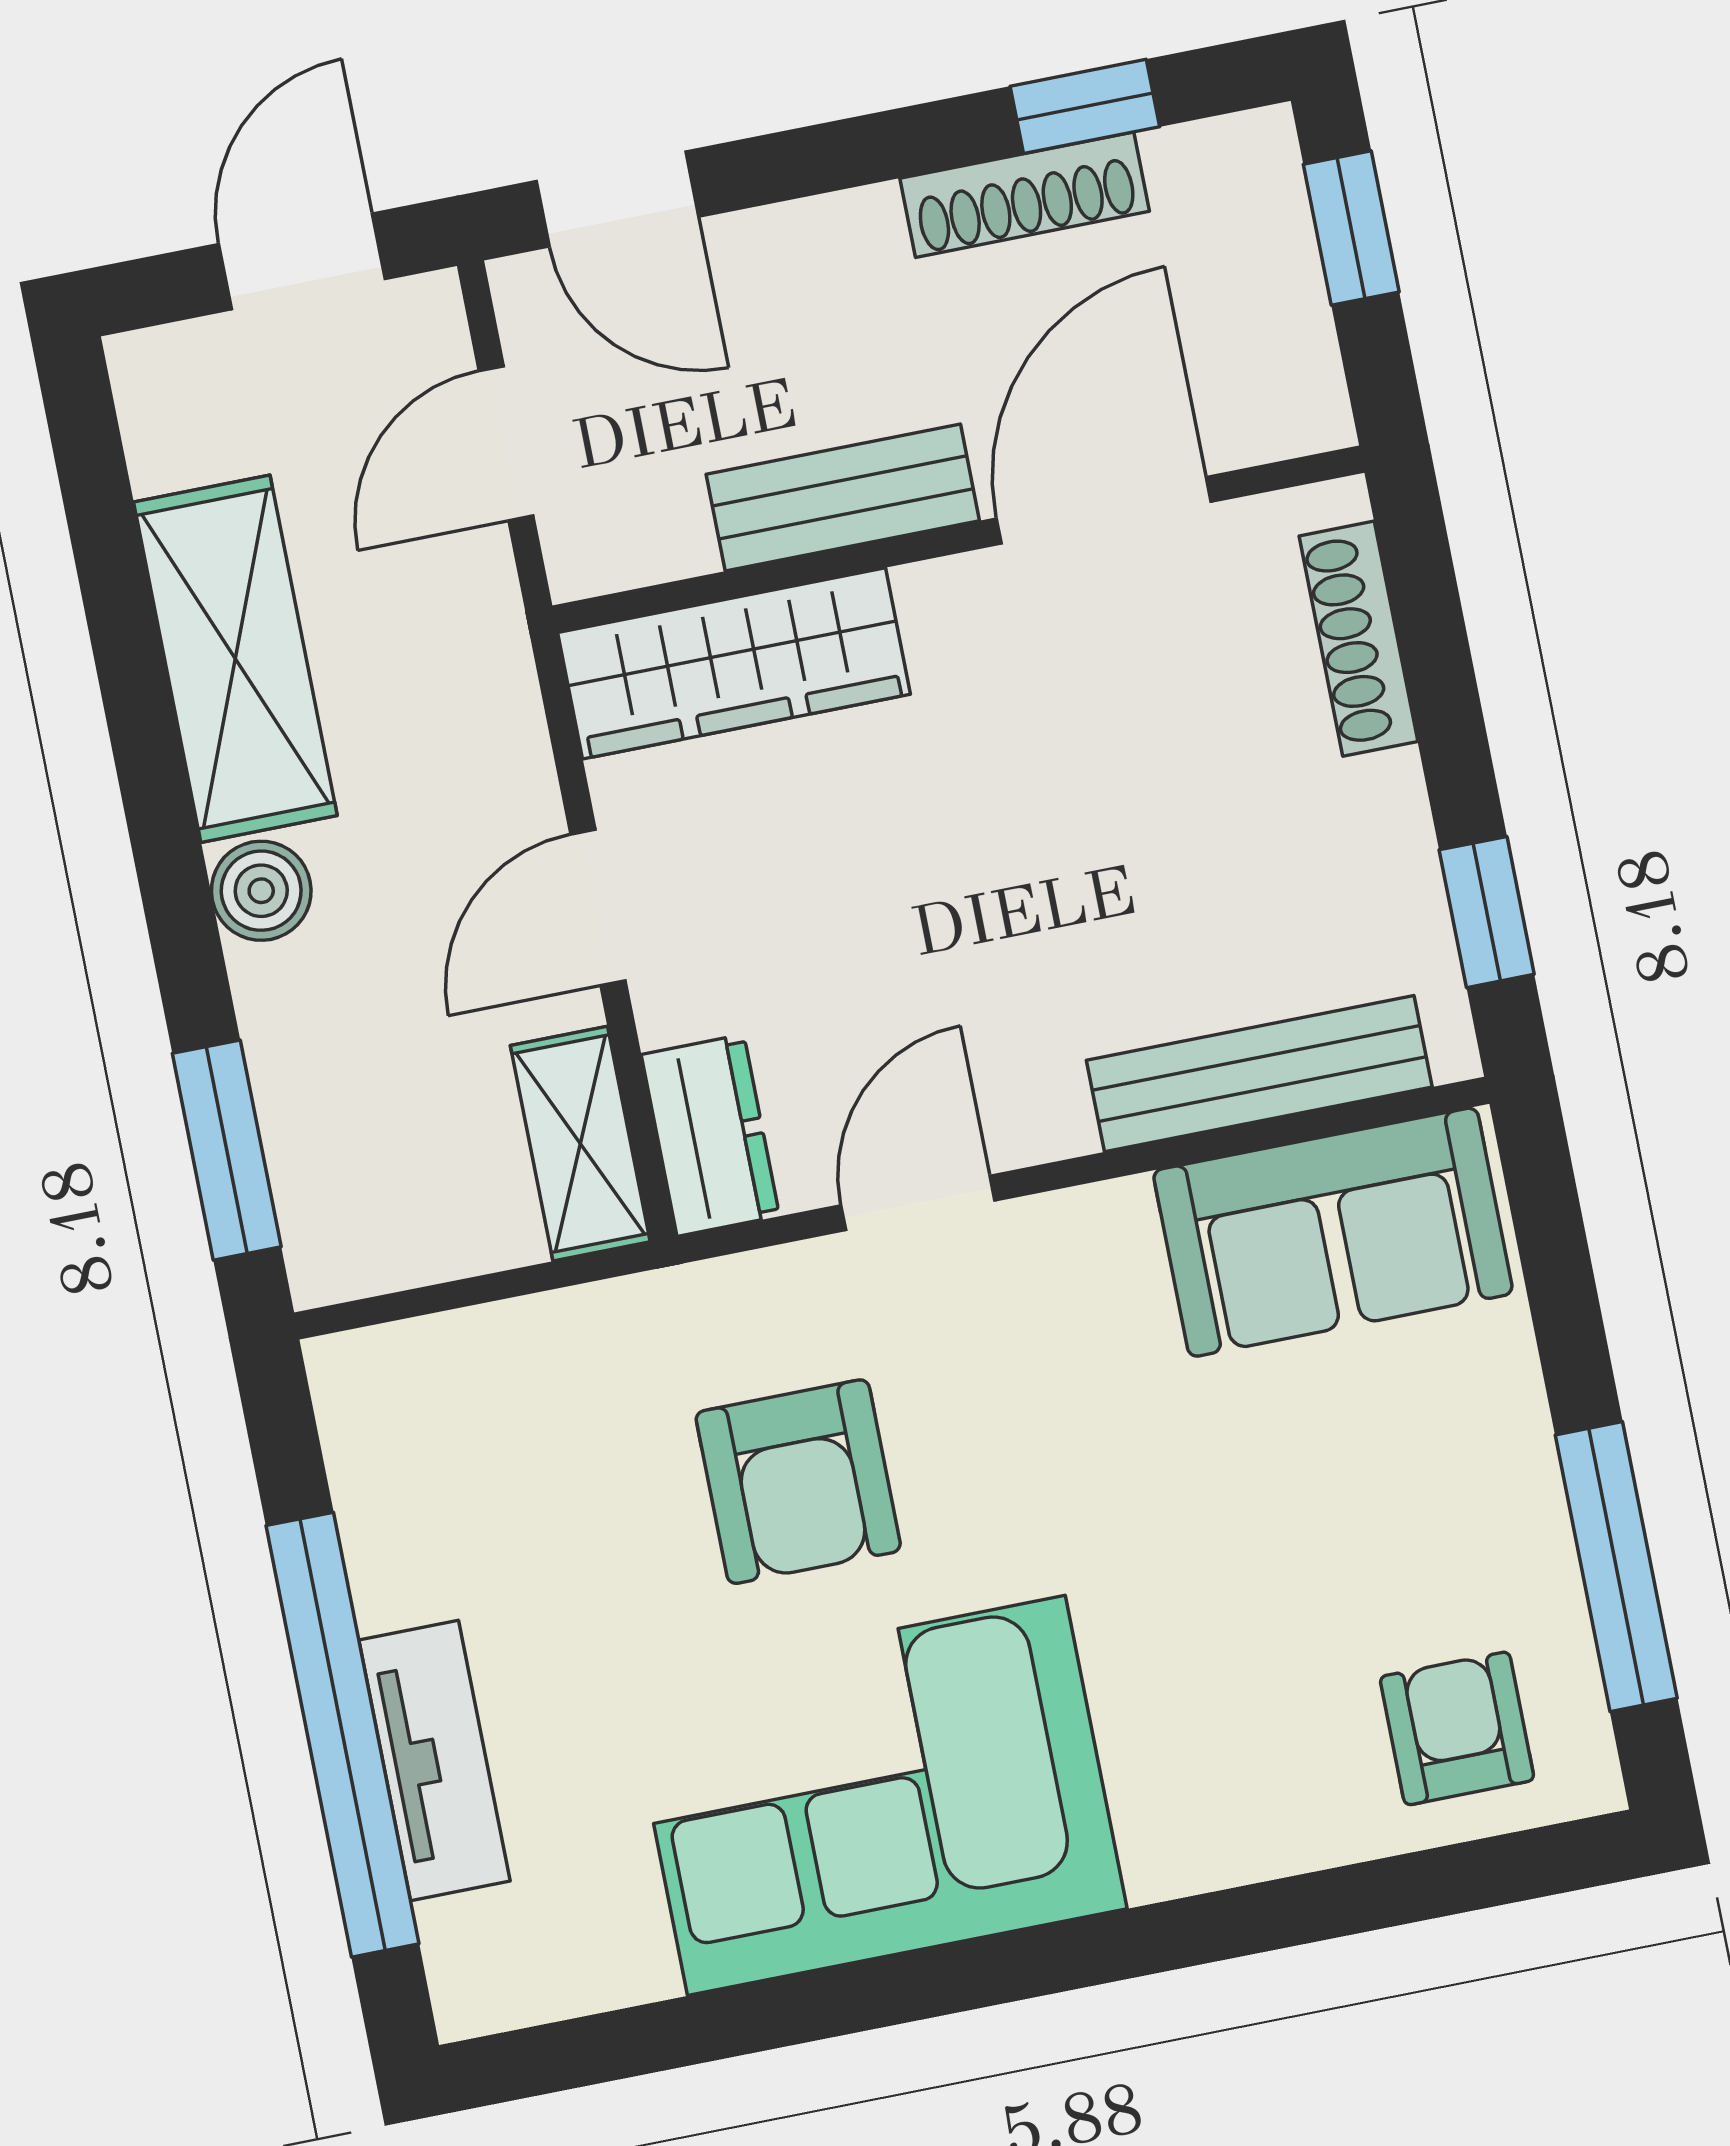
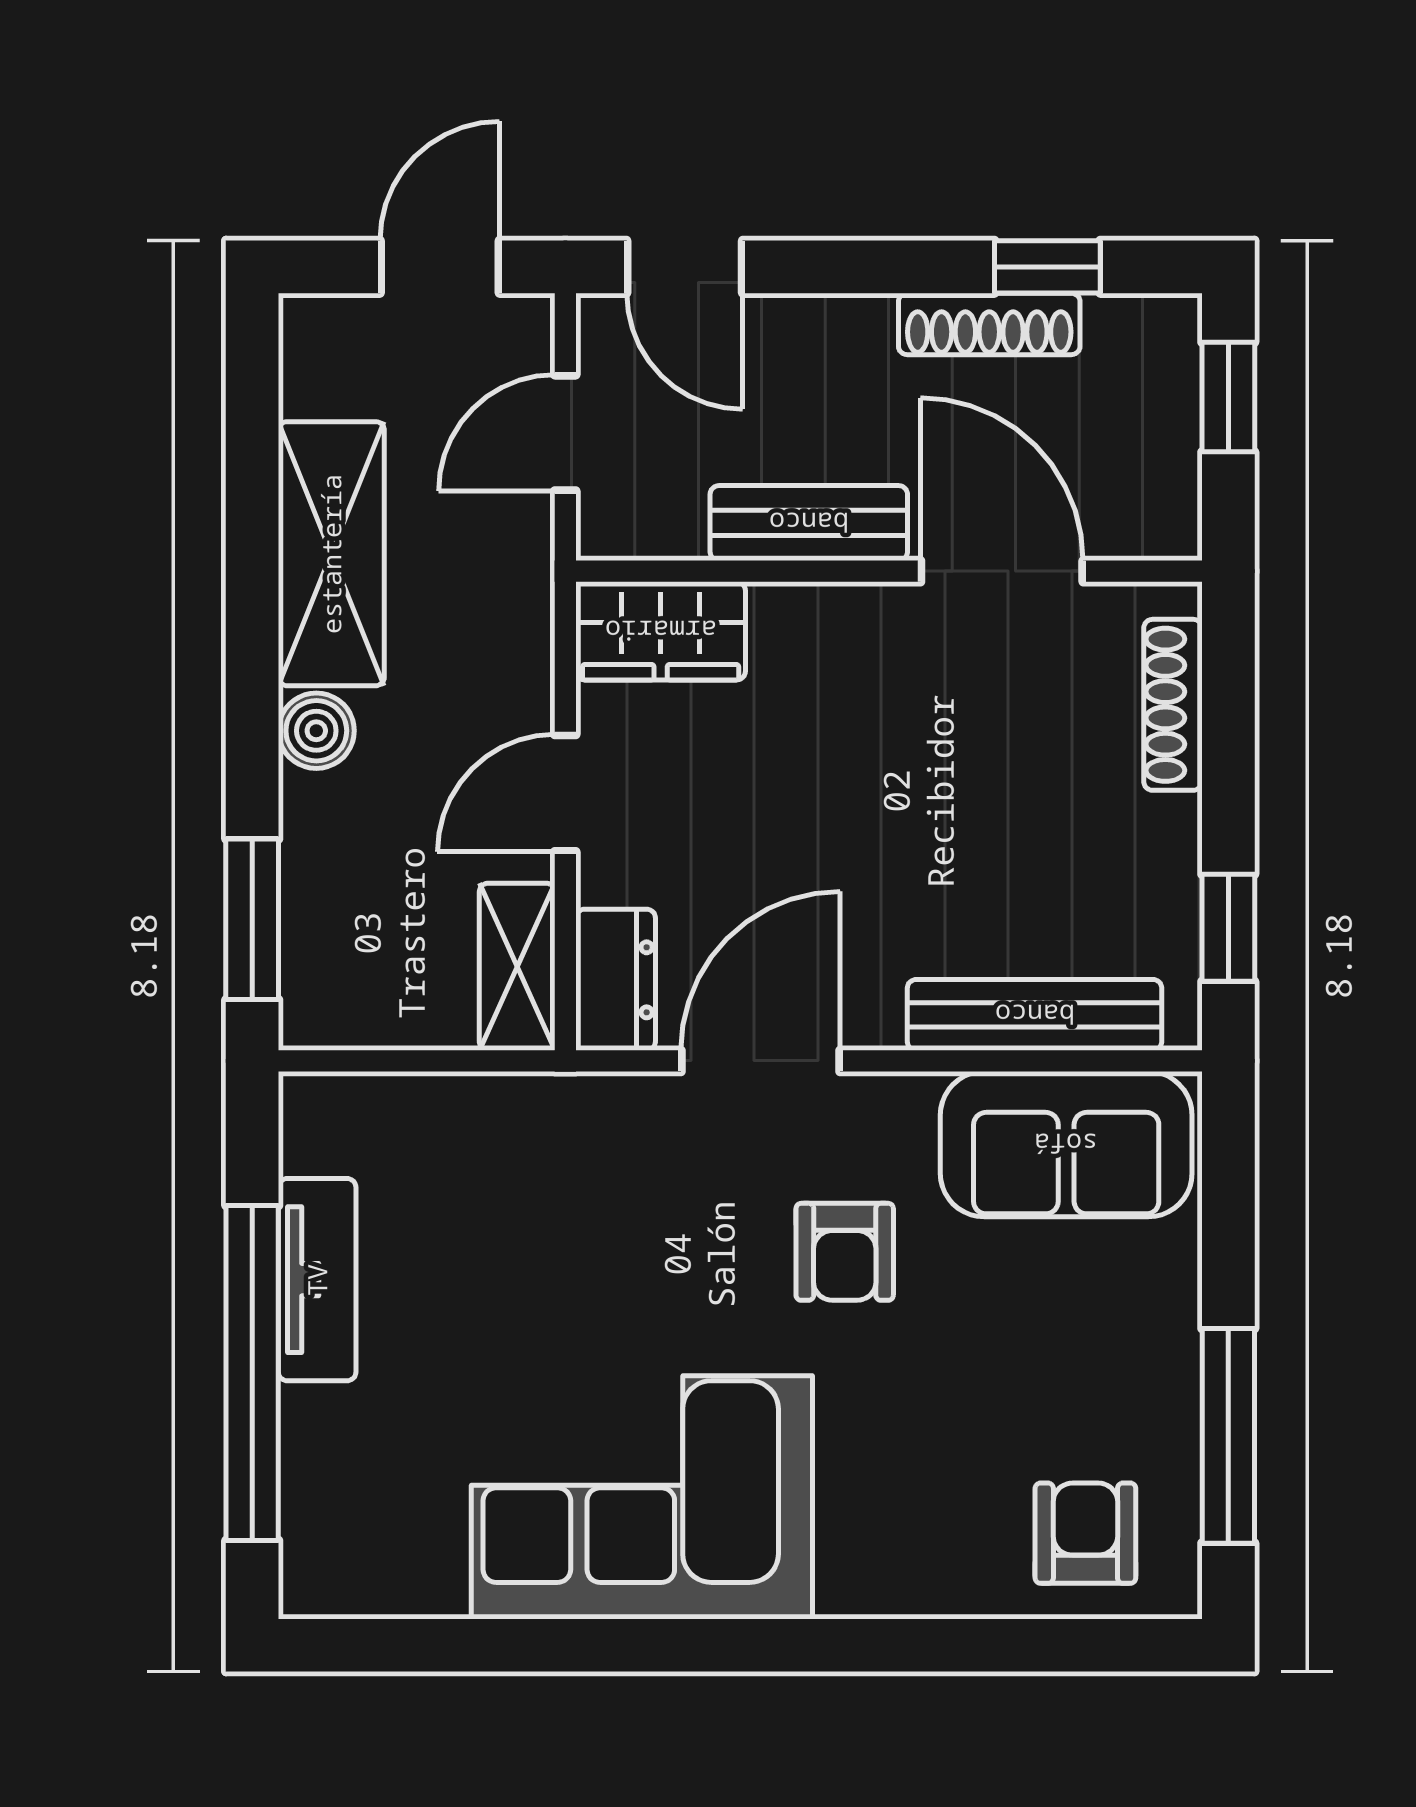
door: (1104, 510) -> (1002, 571), hinge flipped
wardrobe: (734, 663) -> (661, 631), width x0.67
door: (918, 1203) -> (761, 1061), width x1.38
armchair: (798, 1482) -> (845, 1252), moved, width x0.72, depth x0.72
tv unit: (434, 1760) -> (317, 1280), moved

